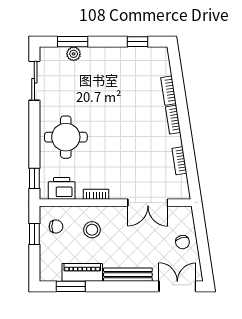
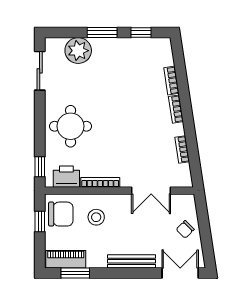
window: (73, 42) -> (102, 32), moved
plant: (74, 54) -> (78, 51), width x1.88, depth x1.88
bookcase: (96, 194) -> (100, 182), width x1.56
chair: (56, 227) -> (61, 214), width x1.87, depth x1.87
chair: (182, 242) -> (185, 229), turned 61
piano: (82, 272) -> (66, 259), moved

